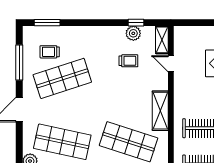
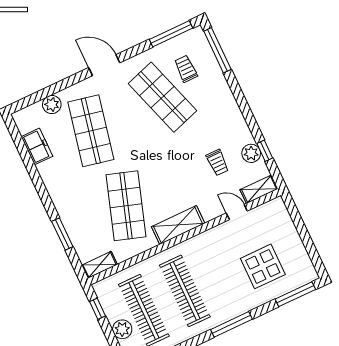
window: (47, 23) -> (217, 50), width x1.44
window: (19, 62) -> (171, 34), moved
door: (171, 64) -> (237, 212), hinge flipped

